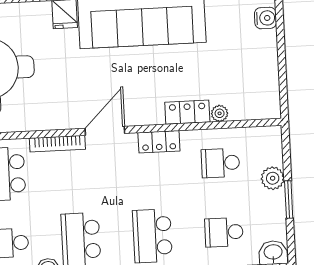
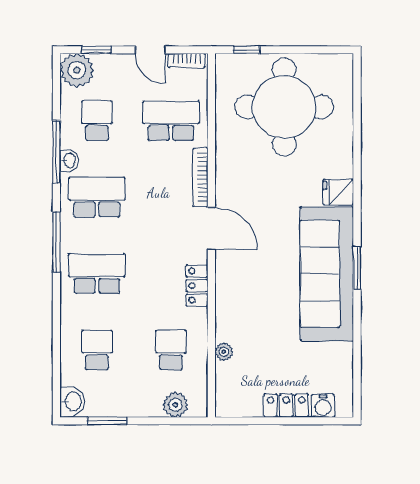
locker: (187, 112) -> (286, 405), moved, turned -90
plant: (273, 178) -> (176, 405), moved
window: (289, 199) -> (107, 421), moved

